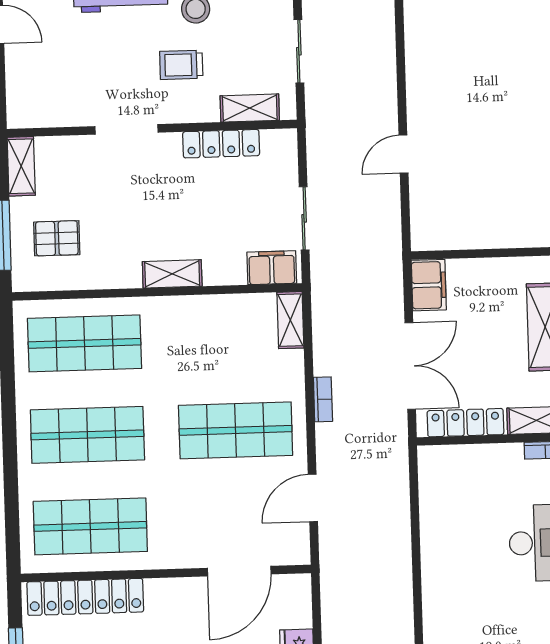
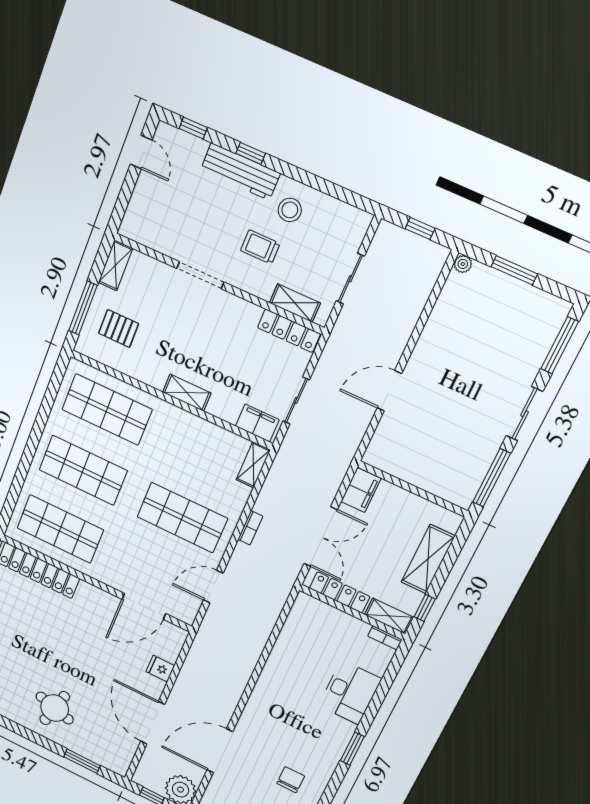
locker: (221, 144) -> (289, 331), moved
door: (404, 154) -> (389, 391), width x1.38

